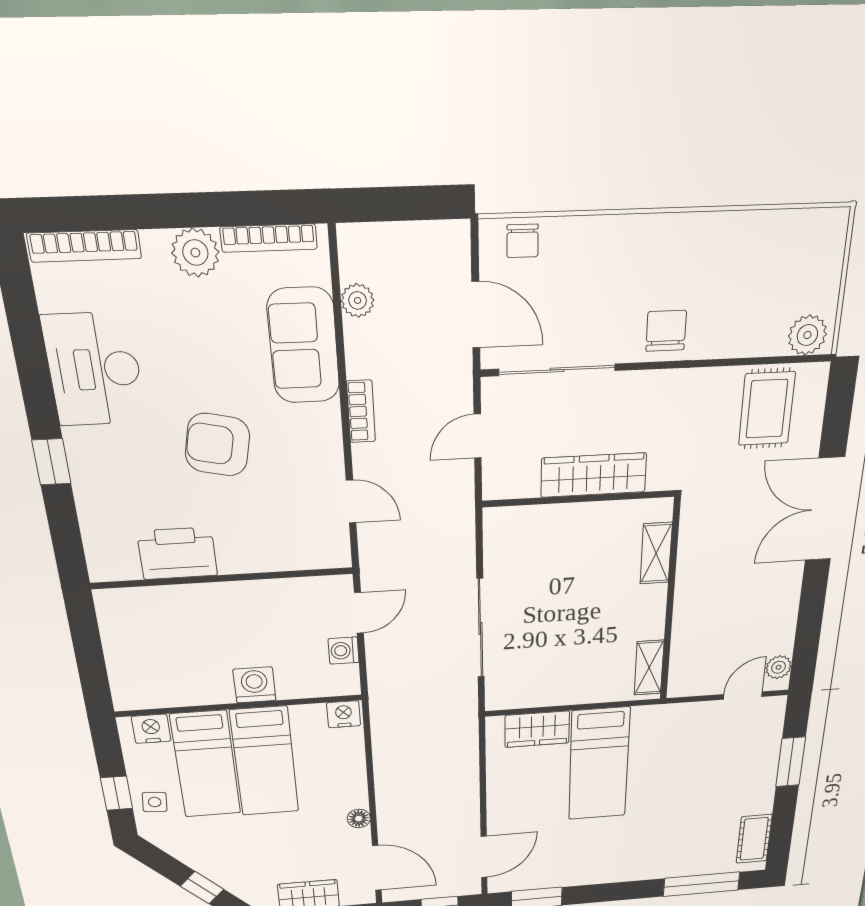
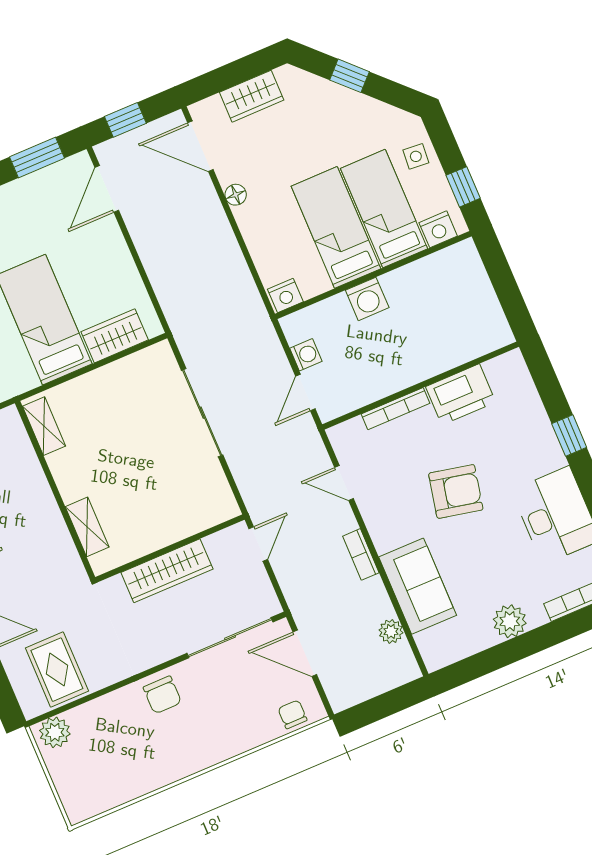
bookcase: (269, 238) -> (396, 409), moved, turned 180
door: (478, 436) -> (258, 544), moved
window: (116, 793) -> (463, 187), moved

